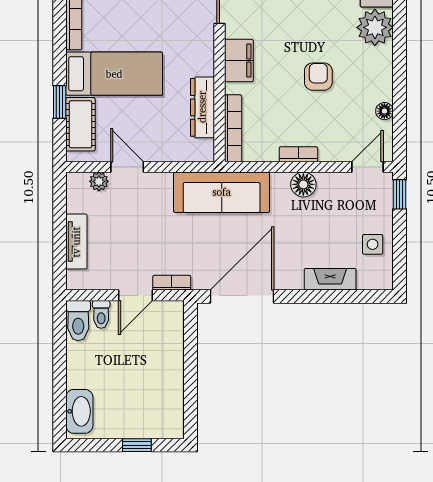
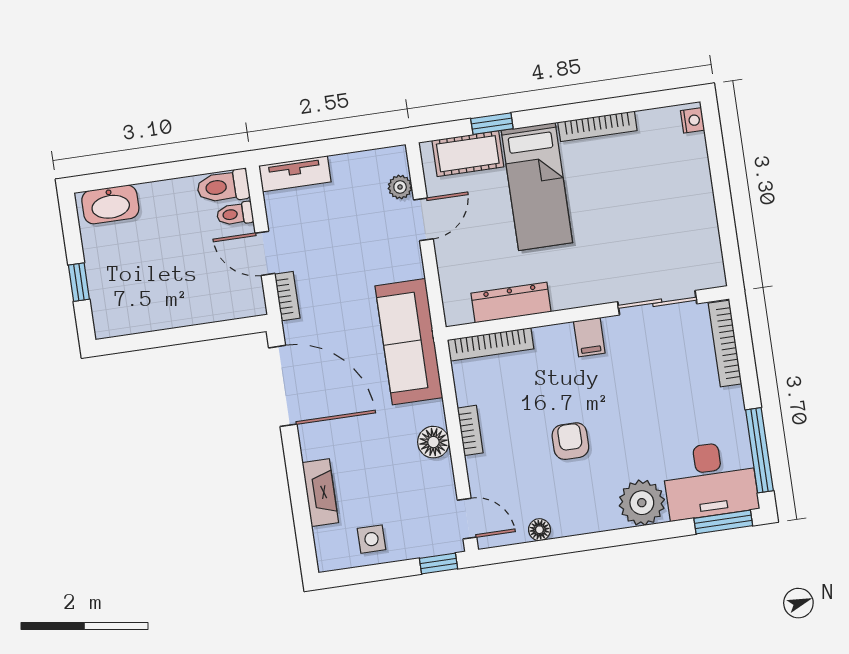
filing cabinet: (239, 61) -> (589, 337), width x0.50
armchair: (318, 77) -> (570, 441), turned -90
tv unit: (76, 242) -> (295, 174), moved

